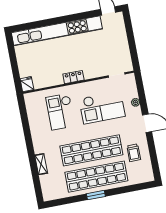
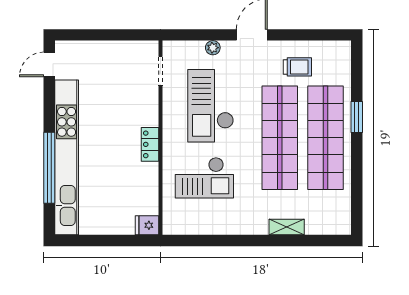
window: (49, 22) -> (49, 168), added
checkout: (102, 107) -> (211, 106), turned 180
window: (96, 195) -> (357, 117), moved

